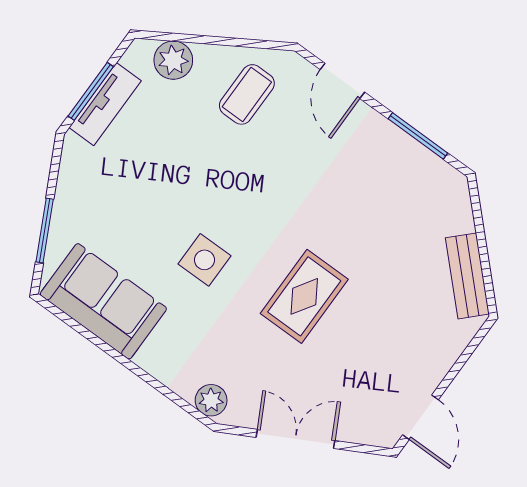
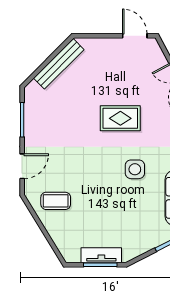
plant: (173, 60) -> (64, 241), removed
bench: (467, 276) -> (59, 64), width x1.36
door: (421, 417) -> (135, 36), hinge flipped

